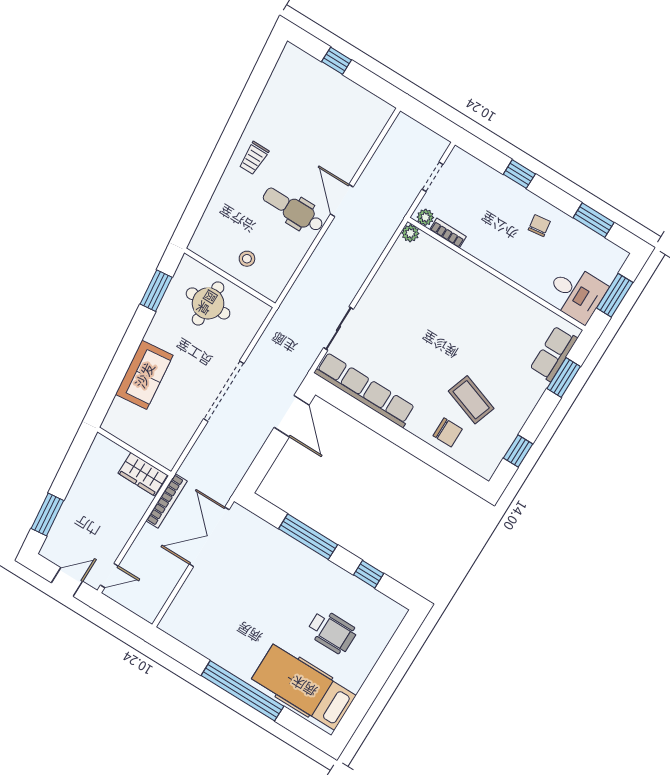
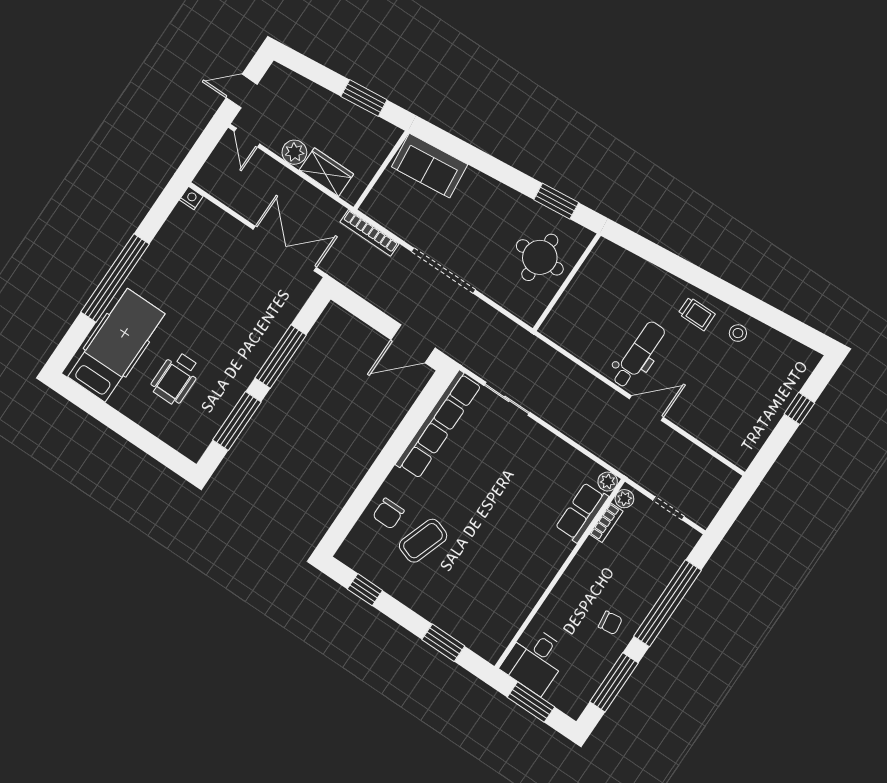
trolley: (254, 158) -> (697, 314), turned 180
window: (519, 174) -> (667, 603), width x3.17
window: (594, 220) -> (614, 682), width x1.44
stool: (247, 259) -> (738, 333), moved
row of seats: (554, 354) -> (582, 512), moved, turned -90
sofa: (144, 375) -> (430, 166), moved
wardrobe: (143, 474) -> (326, 172), moved, turned 90
bookcase: (167, 501) -> (369, 233), moved
window: (47, 514) -> (364, 98), moved
plant: (121, 532) -> (294, 152), added
window: (369, 574) -> (237, 421), width x2.17
door: (67, 582) -> (242, 91), swing flipped
nightstand: (167, 624) -> (191, 198), added

